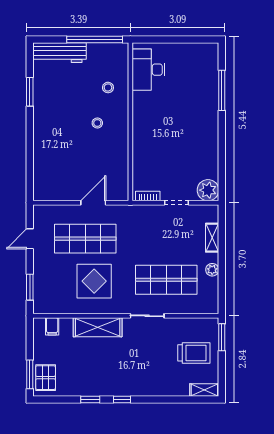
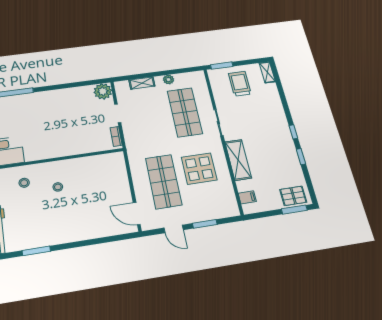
door: (93, 203) -> (137, 214), moved
window: (30, 287) -> (205, 224), moved

